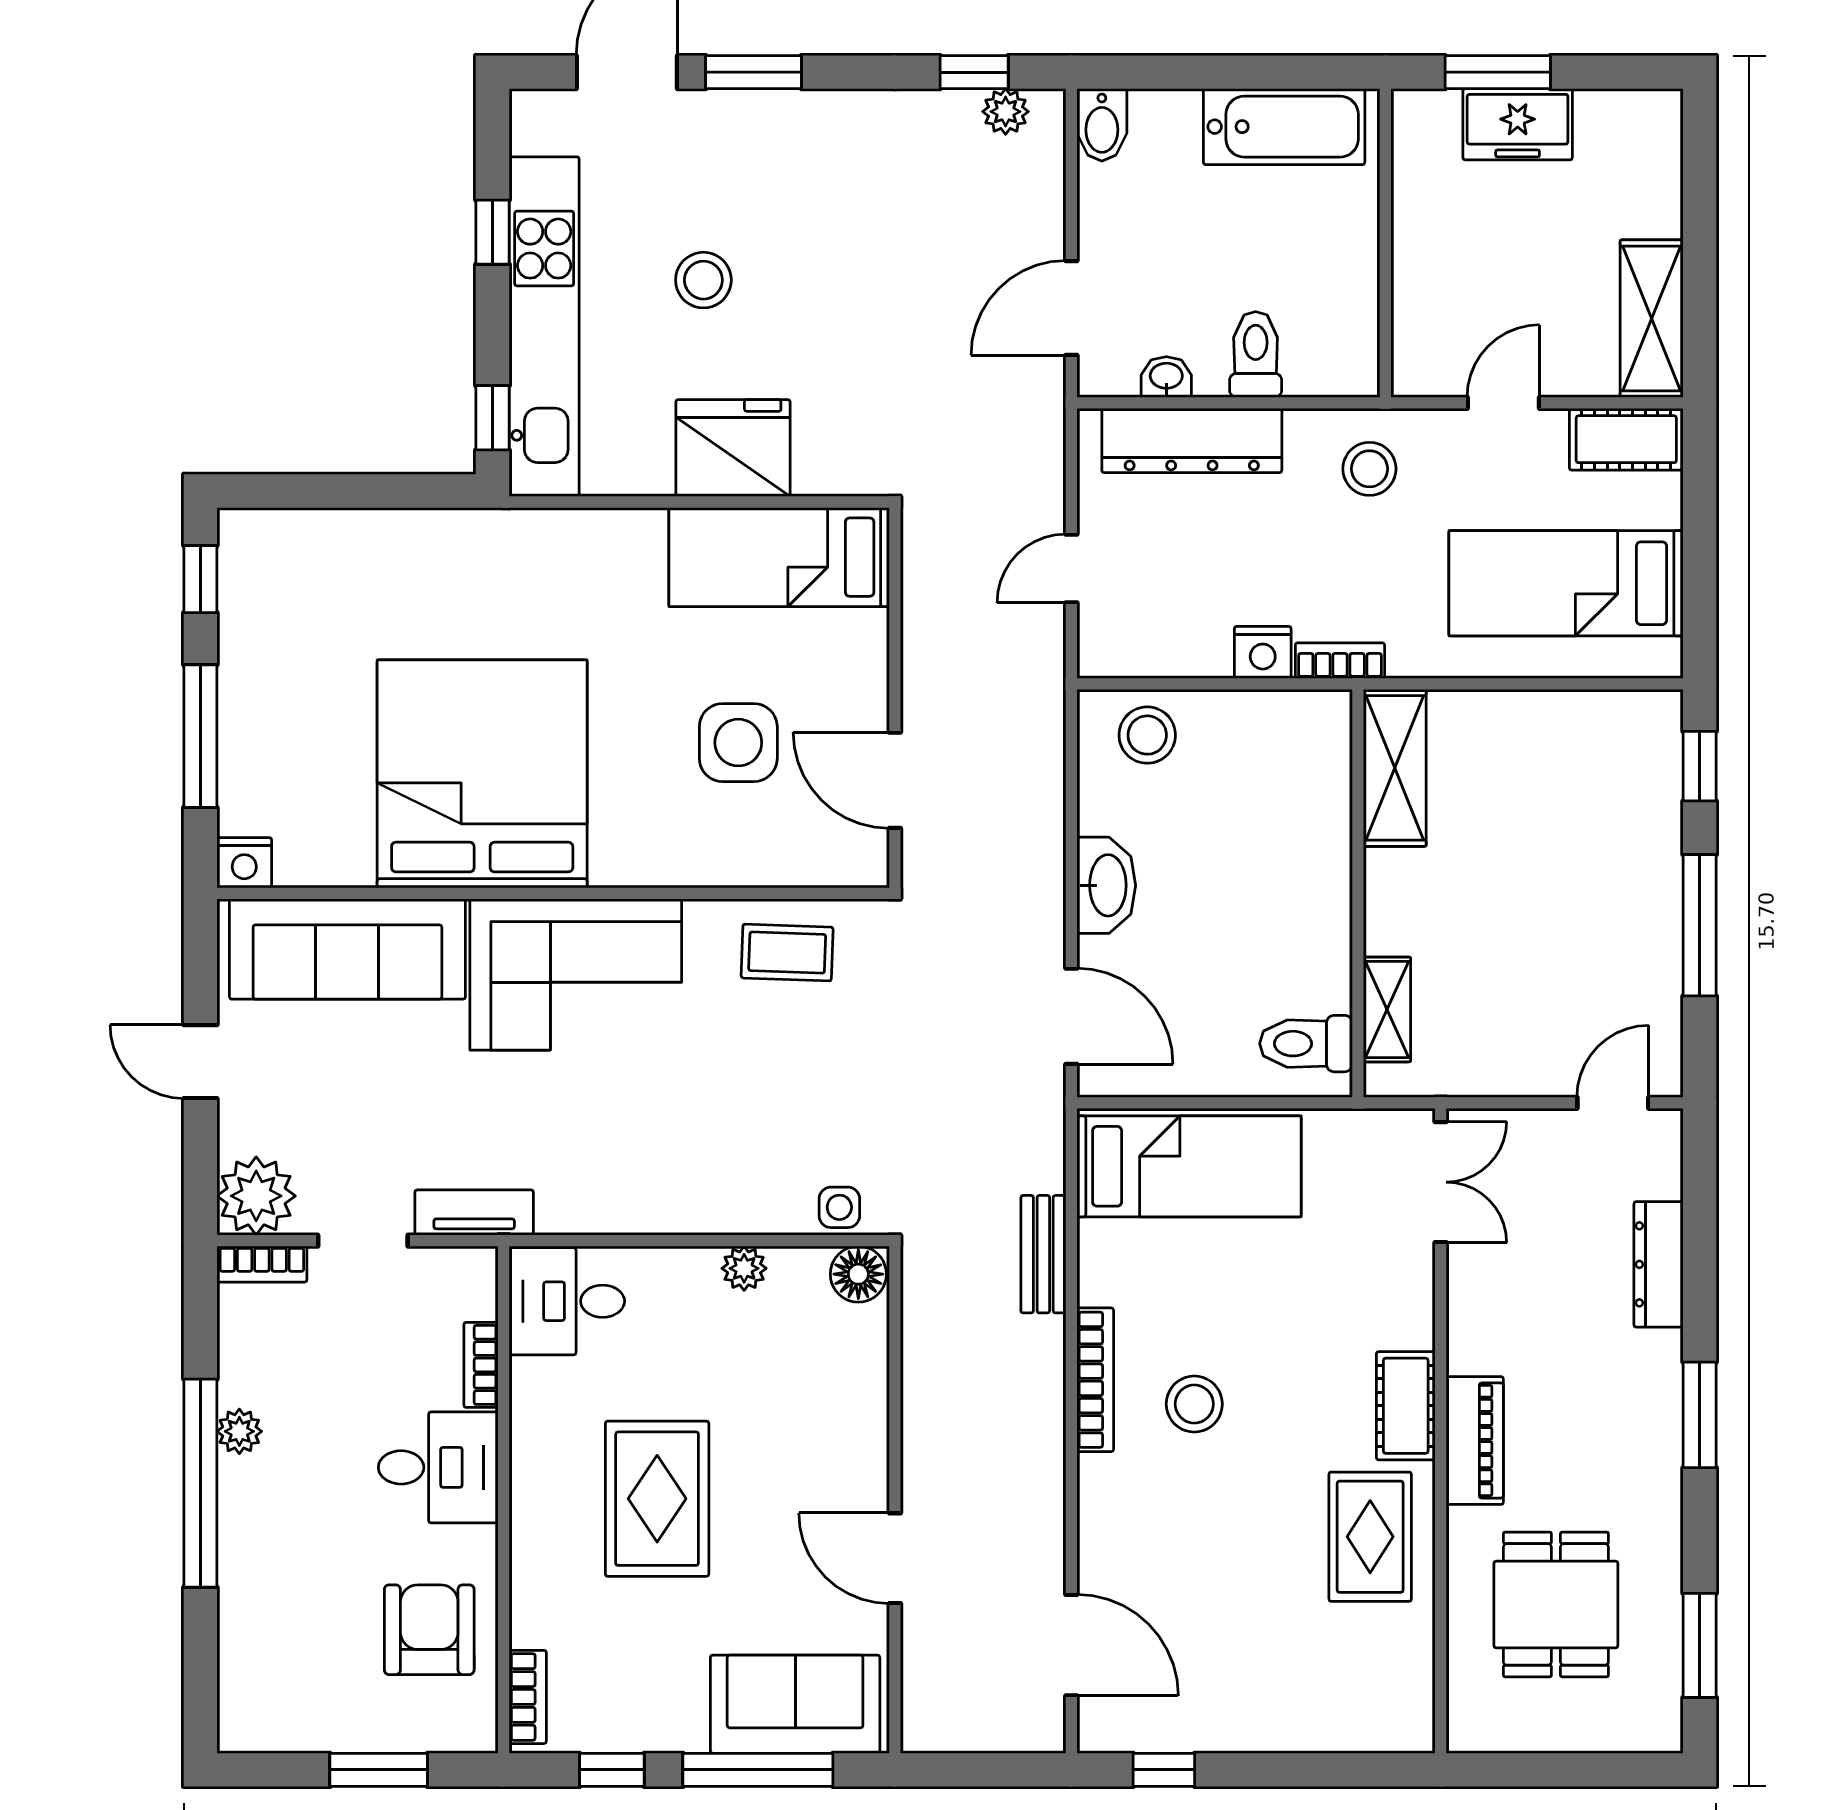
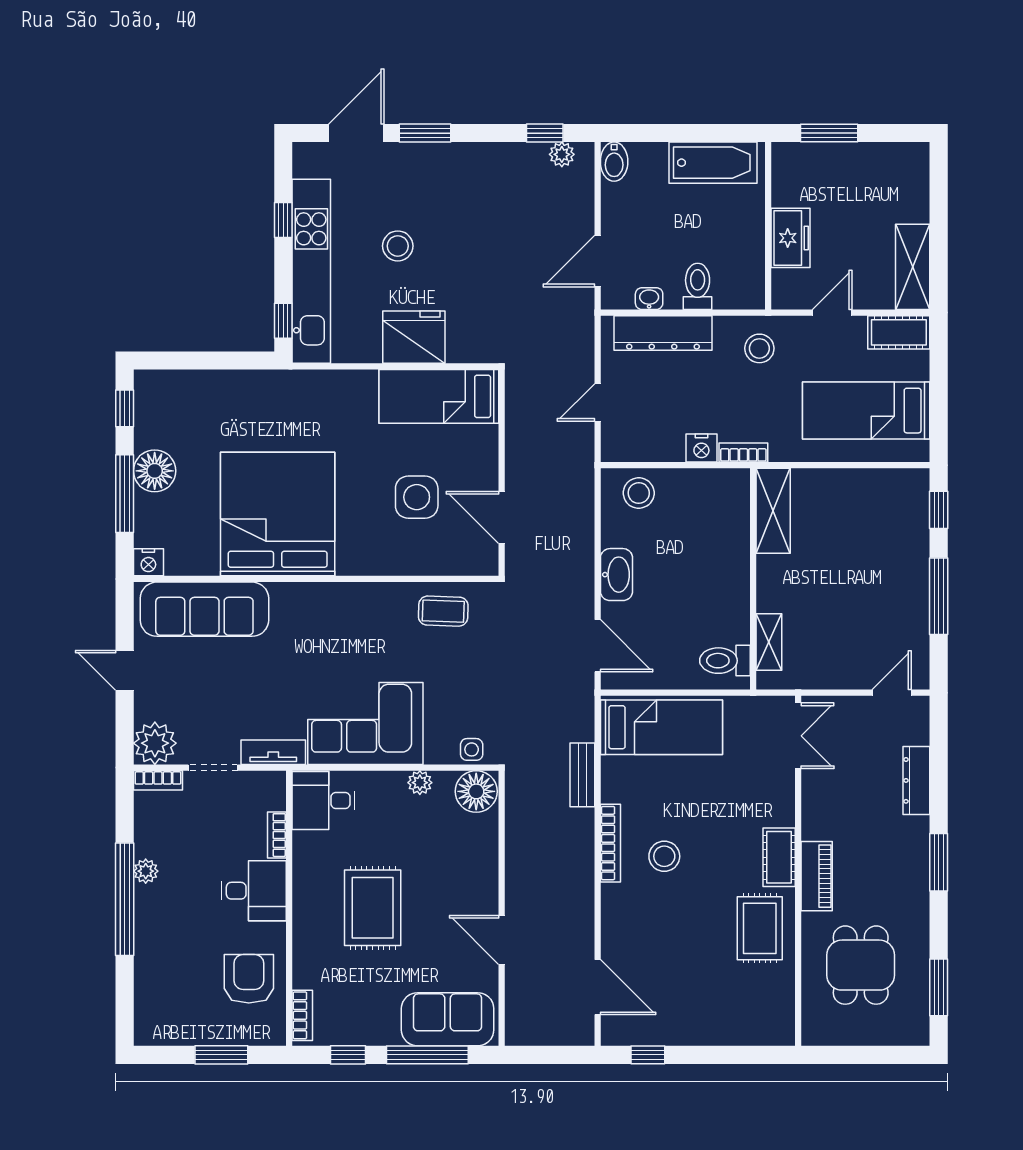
freezer: (1518, 124) -> (790, 238), moved, turned -90
floor lamp: (256, 694) -> (155, 471), added
corner sofa: (576, 974) -> (365, 723), moved, turned 180
floor lamp: (858, 1274) -> (476, 791), width x1.38, depth x1.38

